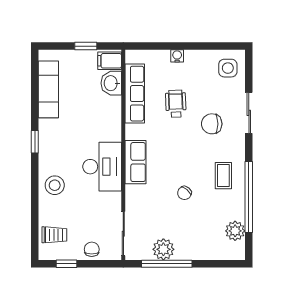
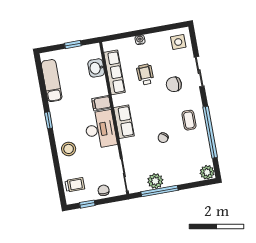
filing cabinet: (110, 61) -> (101, 103), moved
plant: (235, 231) -> (207, 172), moved

